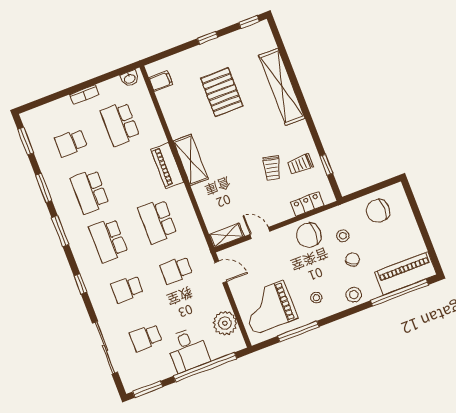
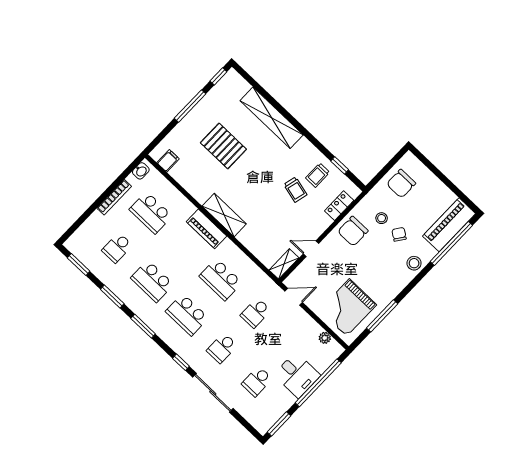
window: (208, 38) -> (190, 106), width x2.17
bookcase: (84, 95) -> (114, 197), width x1.56
stool: (316, 298) -> (384, 280), removed
plant: (225, 323) -> (325, 338), width x0.53, depth x0.53
sliding door: (105, 348) -> (213, 393), moved

